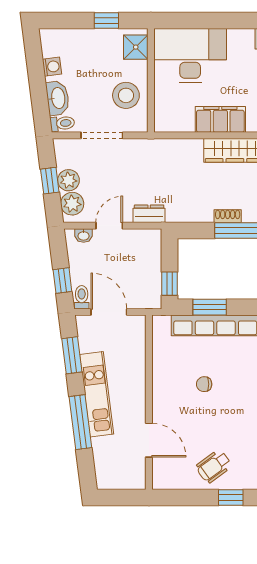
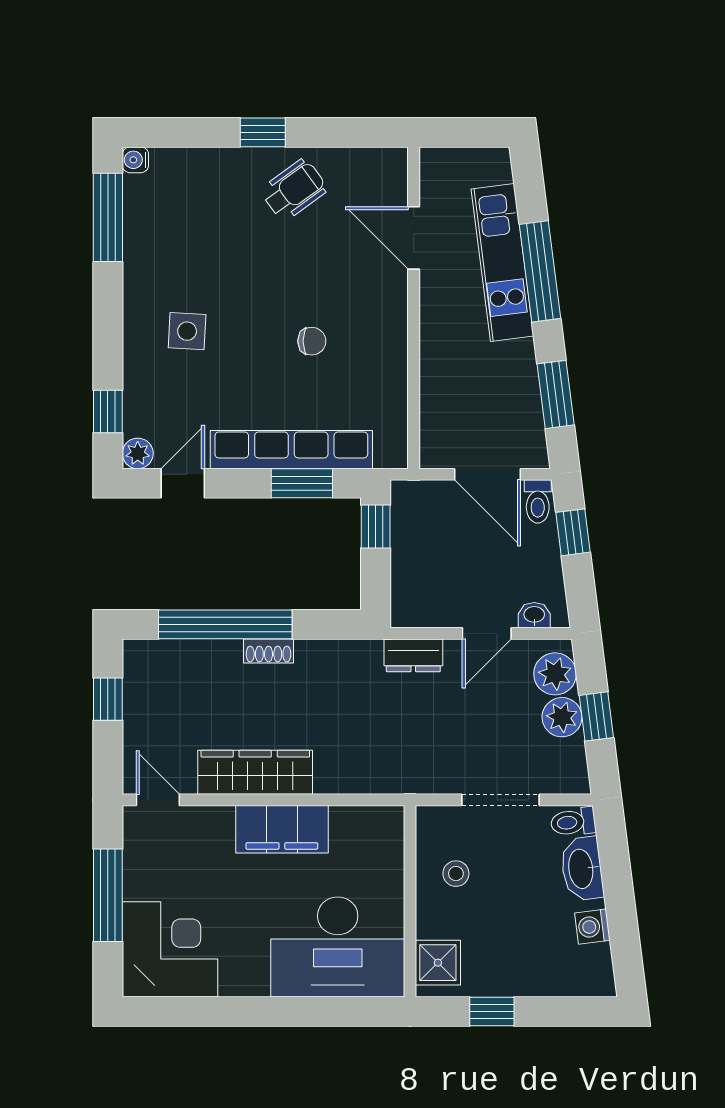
stool: (126, 95) -> (456, 874), width x0.53, depth x0.53
kitchen unit: (97, 394) -> (502, 263), moved

